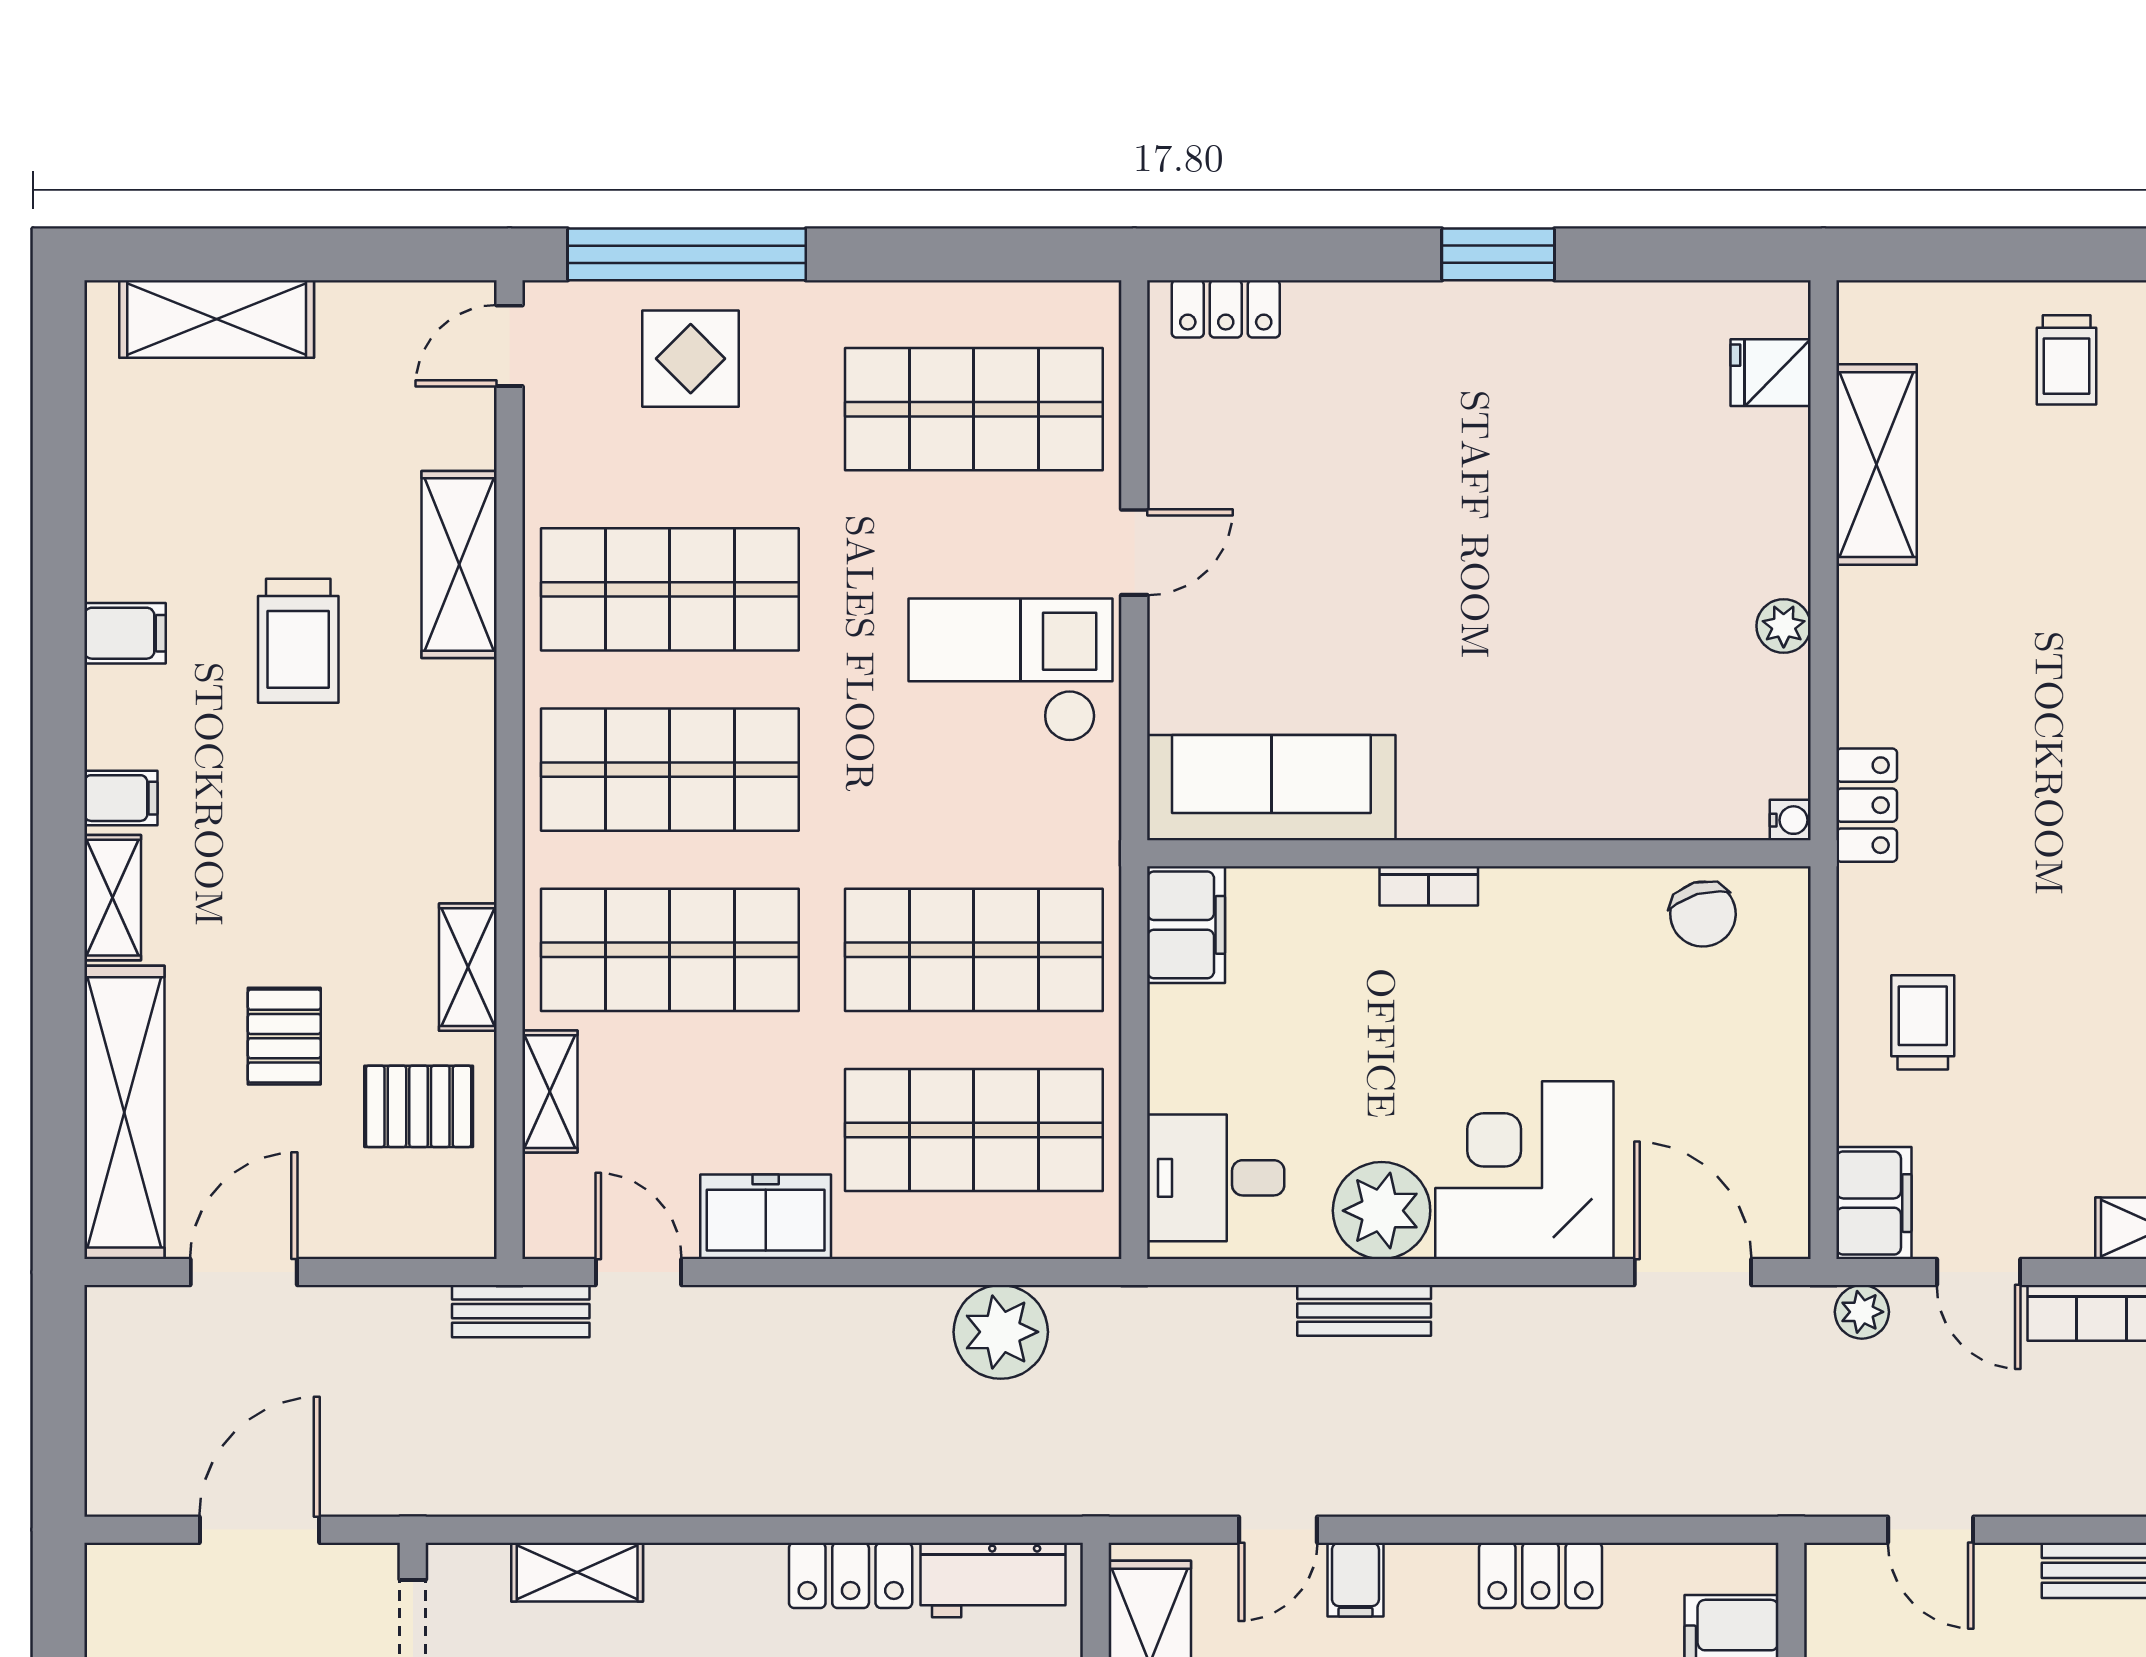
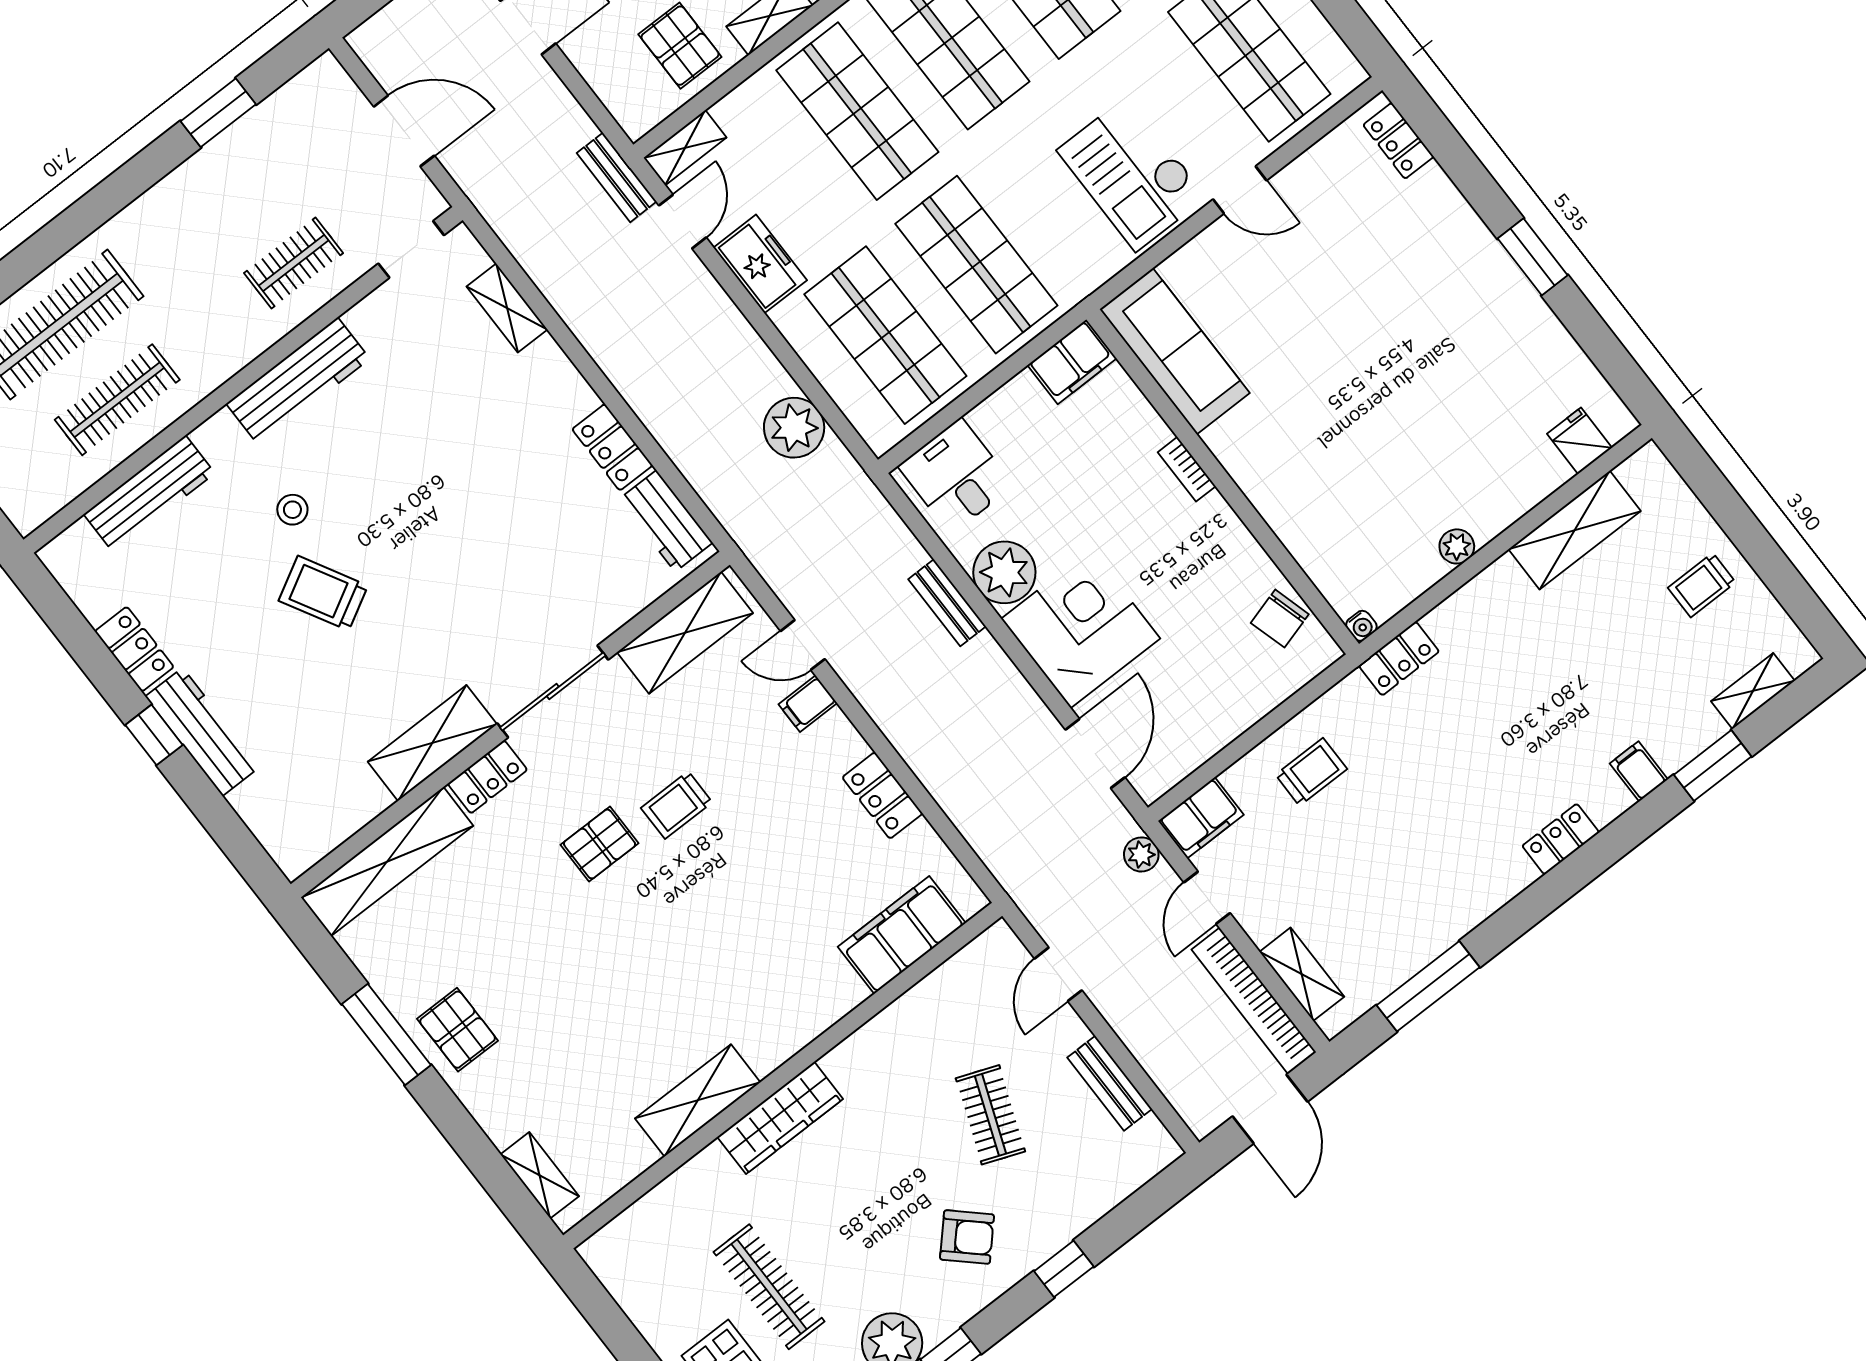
checkout: (1011, 670) -> (1132, 174), turned 180
shelving: (550, 1092) -> (685, 148), moved

